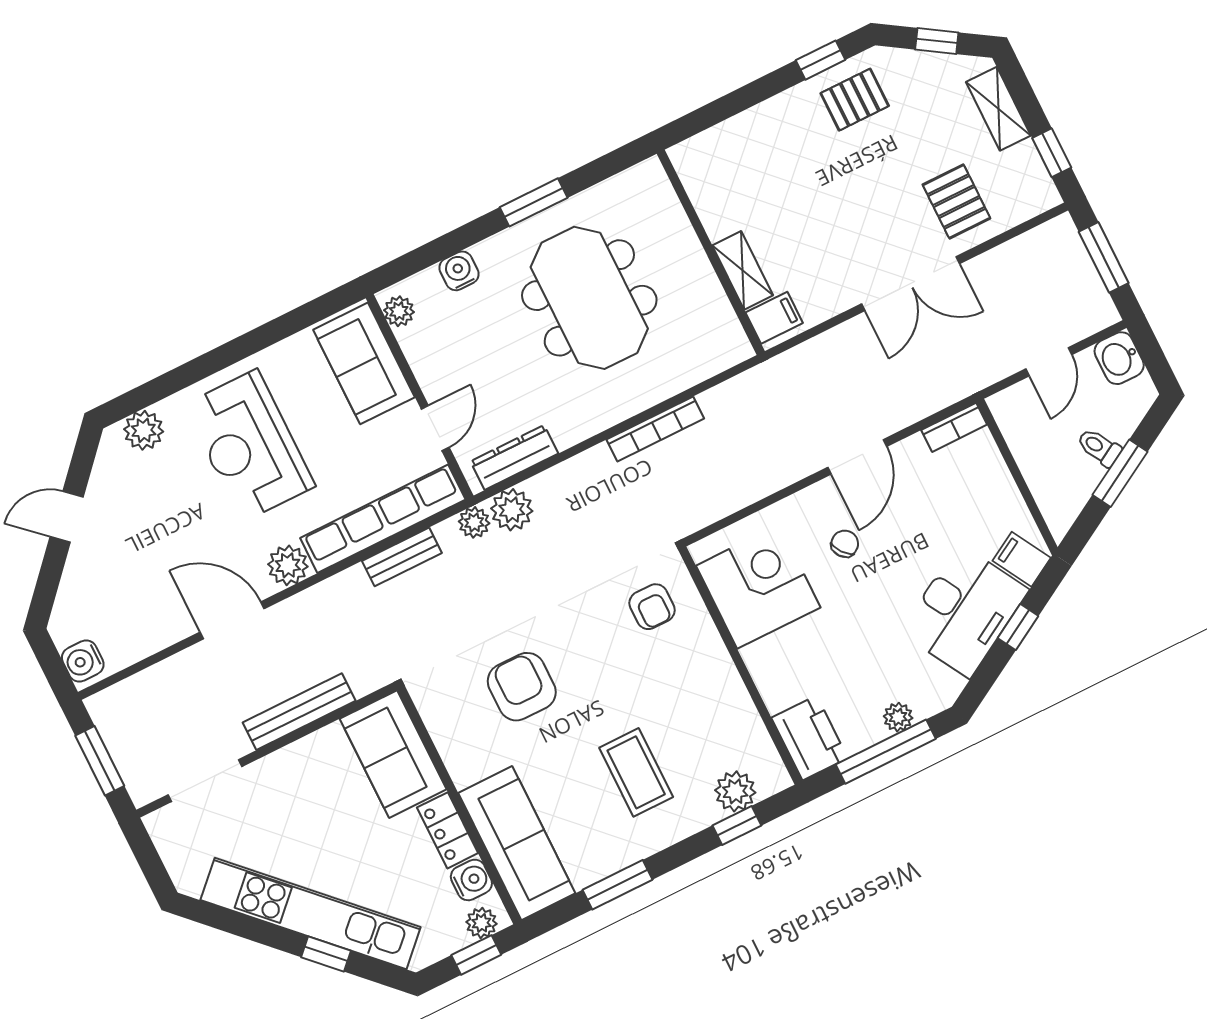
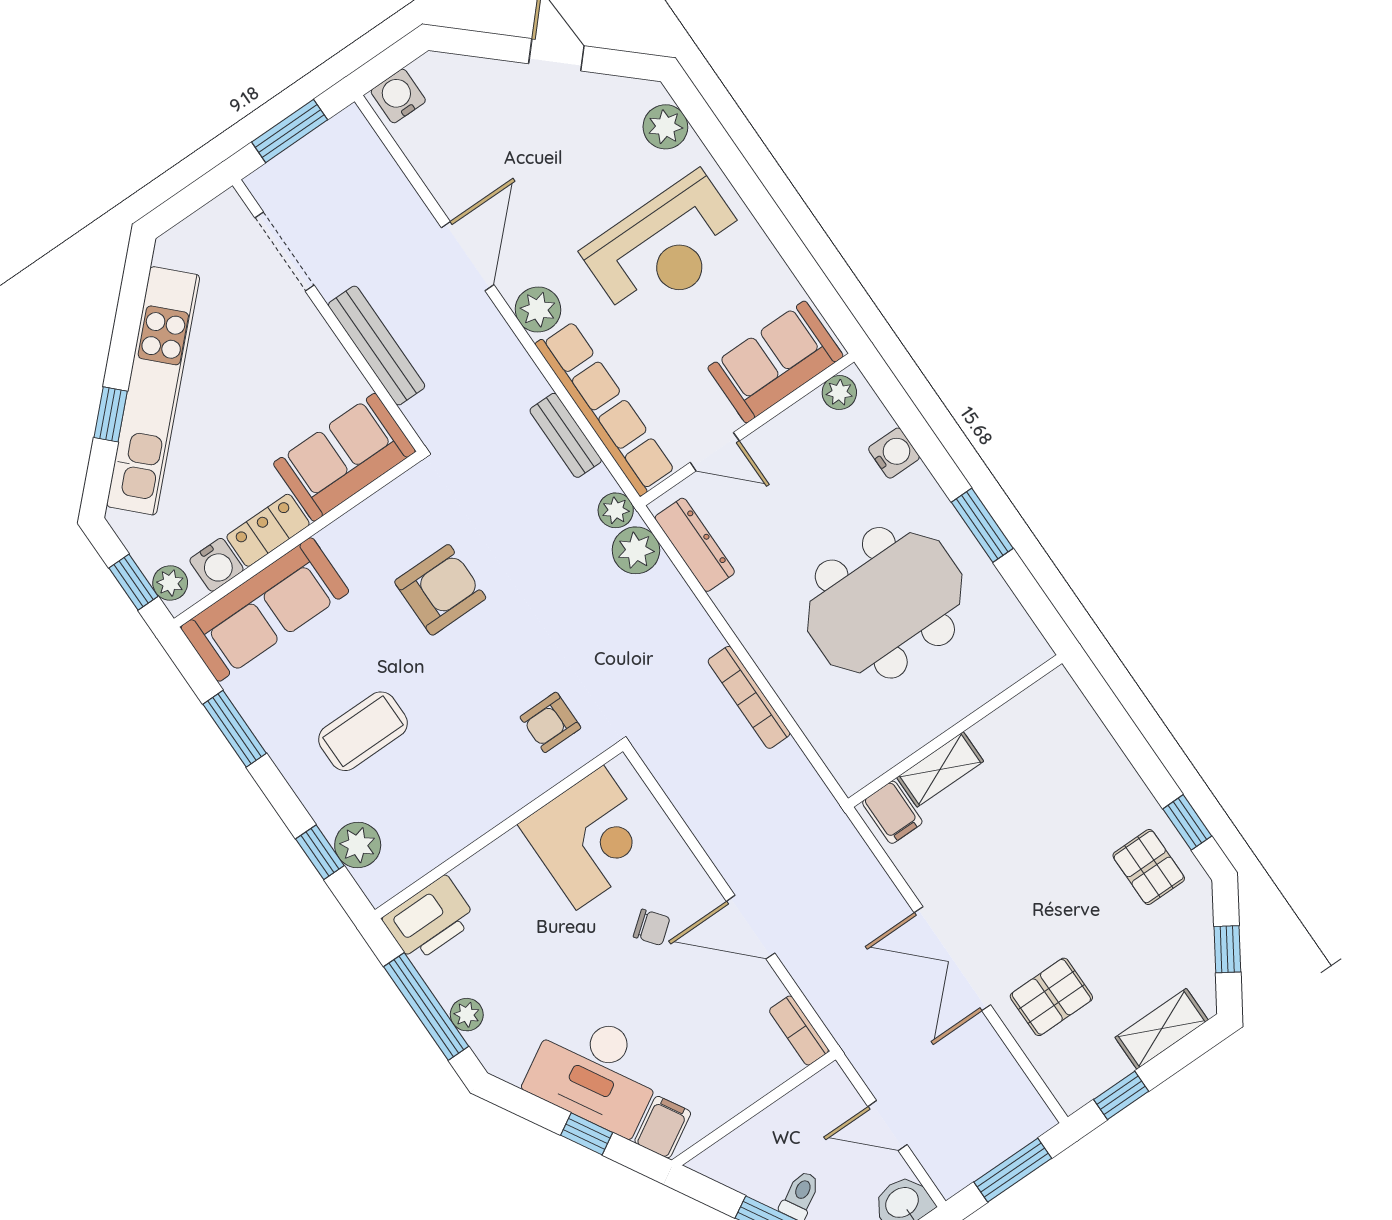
reception desk: (249, 446) -> (665, 247), turned 180

